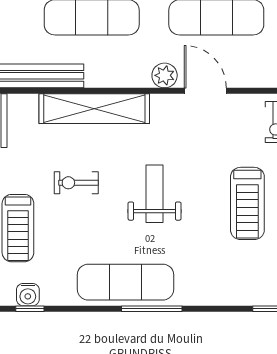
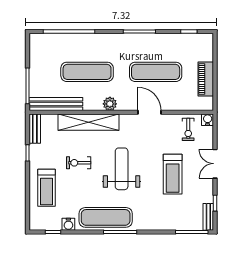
plant: (165, 75) -> (110, 104), moved
weight bench: (155, 194) -> (122, 169), width x1.36, depth x1.33
water cooler: (28, 295) -> (68, 224), moved

